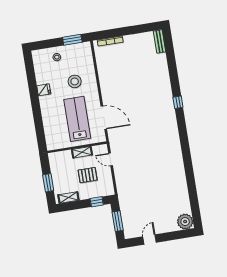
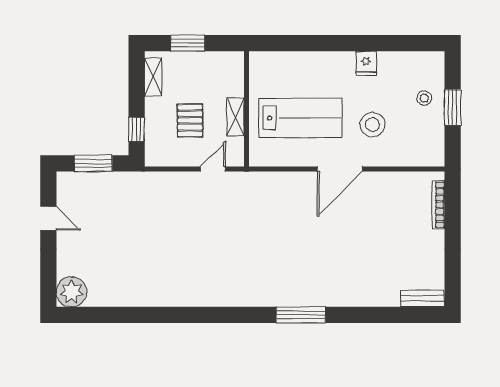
window: (72, 40) -> (453, 107), moved
window: (178, 102) -> (301, 315), width x2.17
door: (104, 118) -> (340, 169), moved

